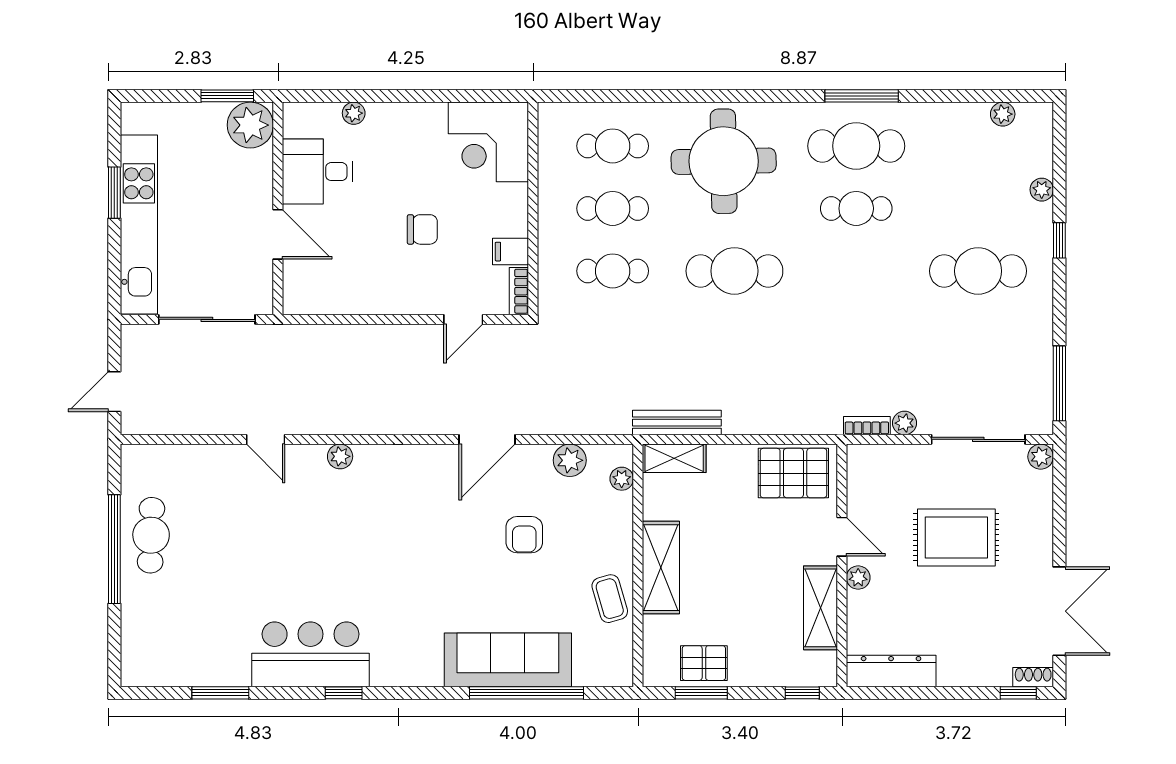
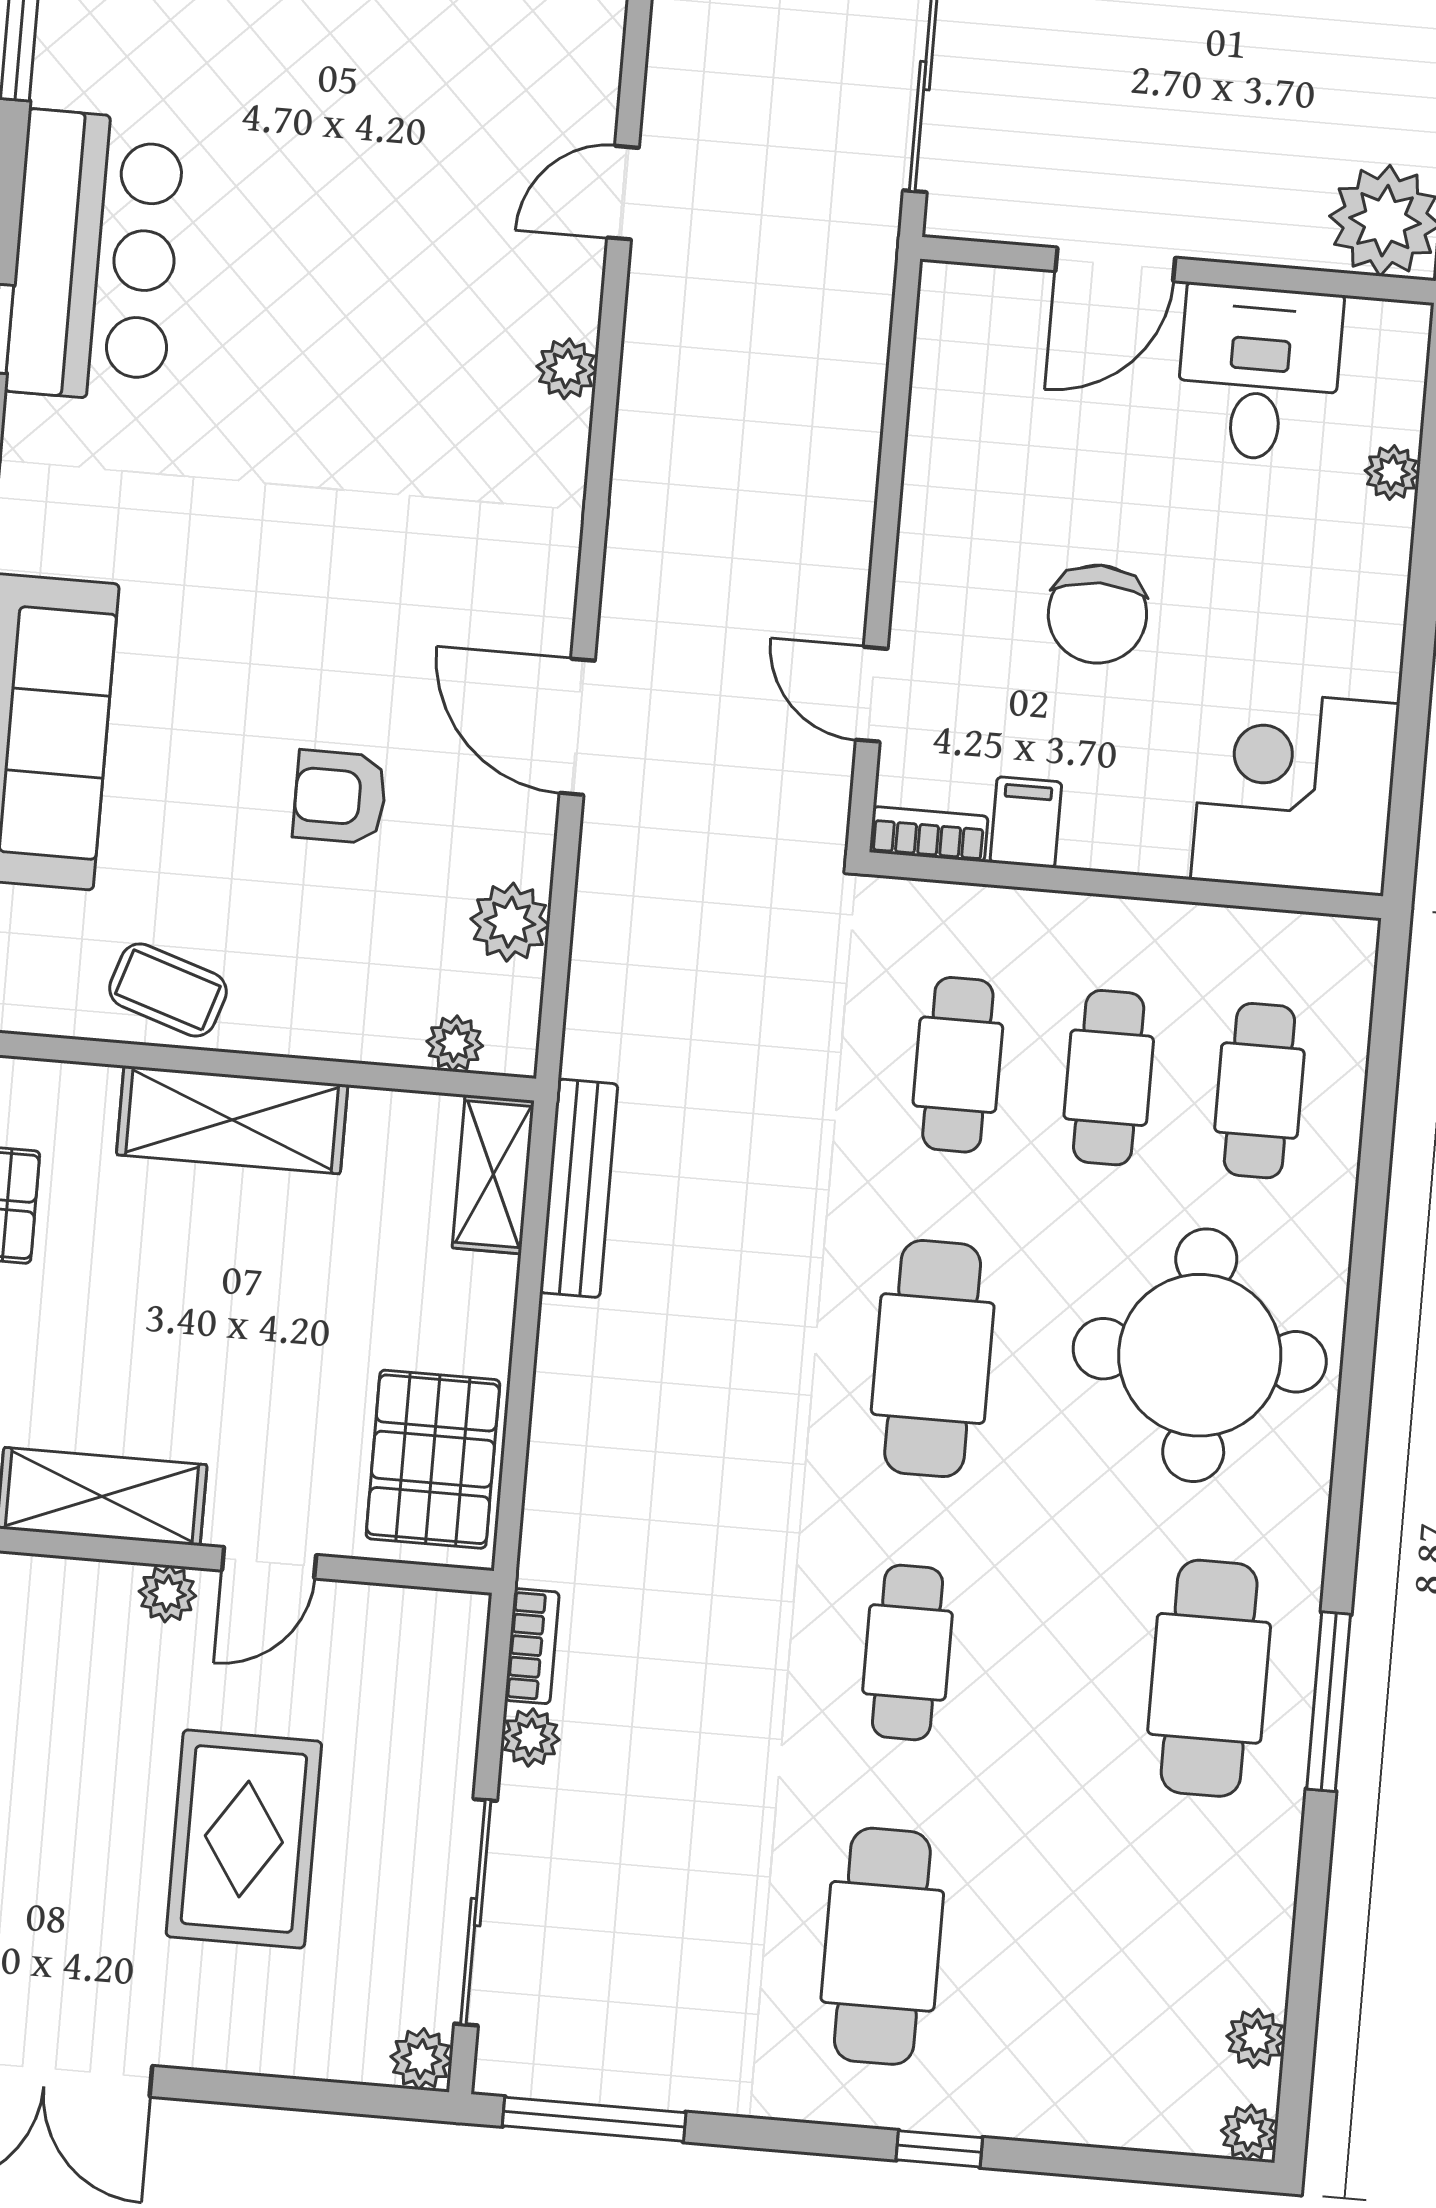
plant: (1042, 190) -> (1249, 2133), moved
cafe table: (856, 208) -> (907, 1652), moved
chair: (422, 229) -> (1097, 614), width x1.37, depth x1.37
coffee table: (610, 599) -> (168, 990), turned 34

